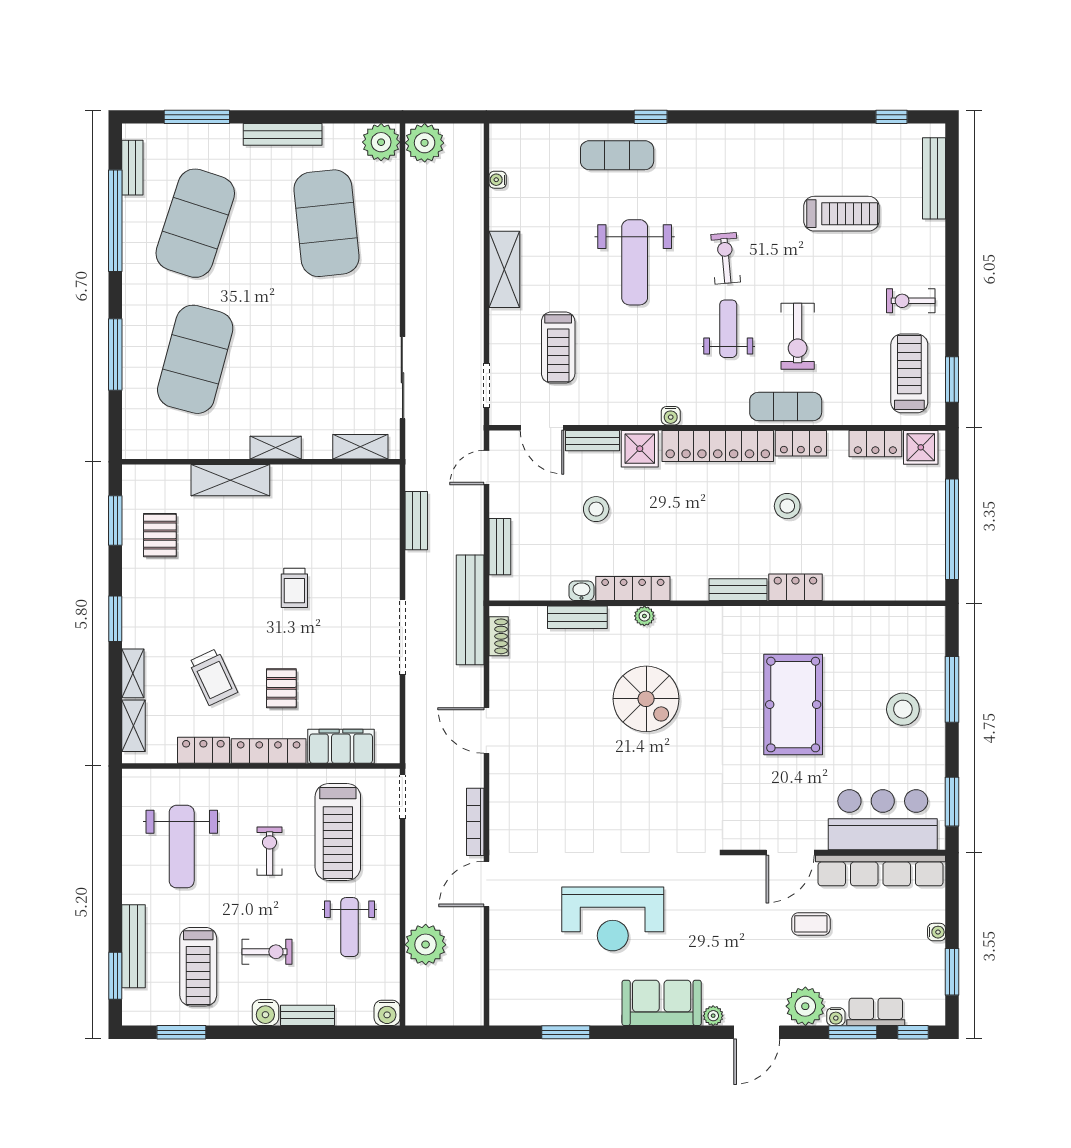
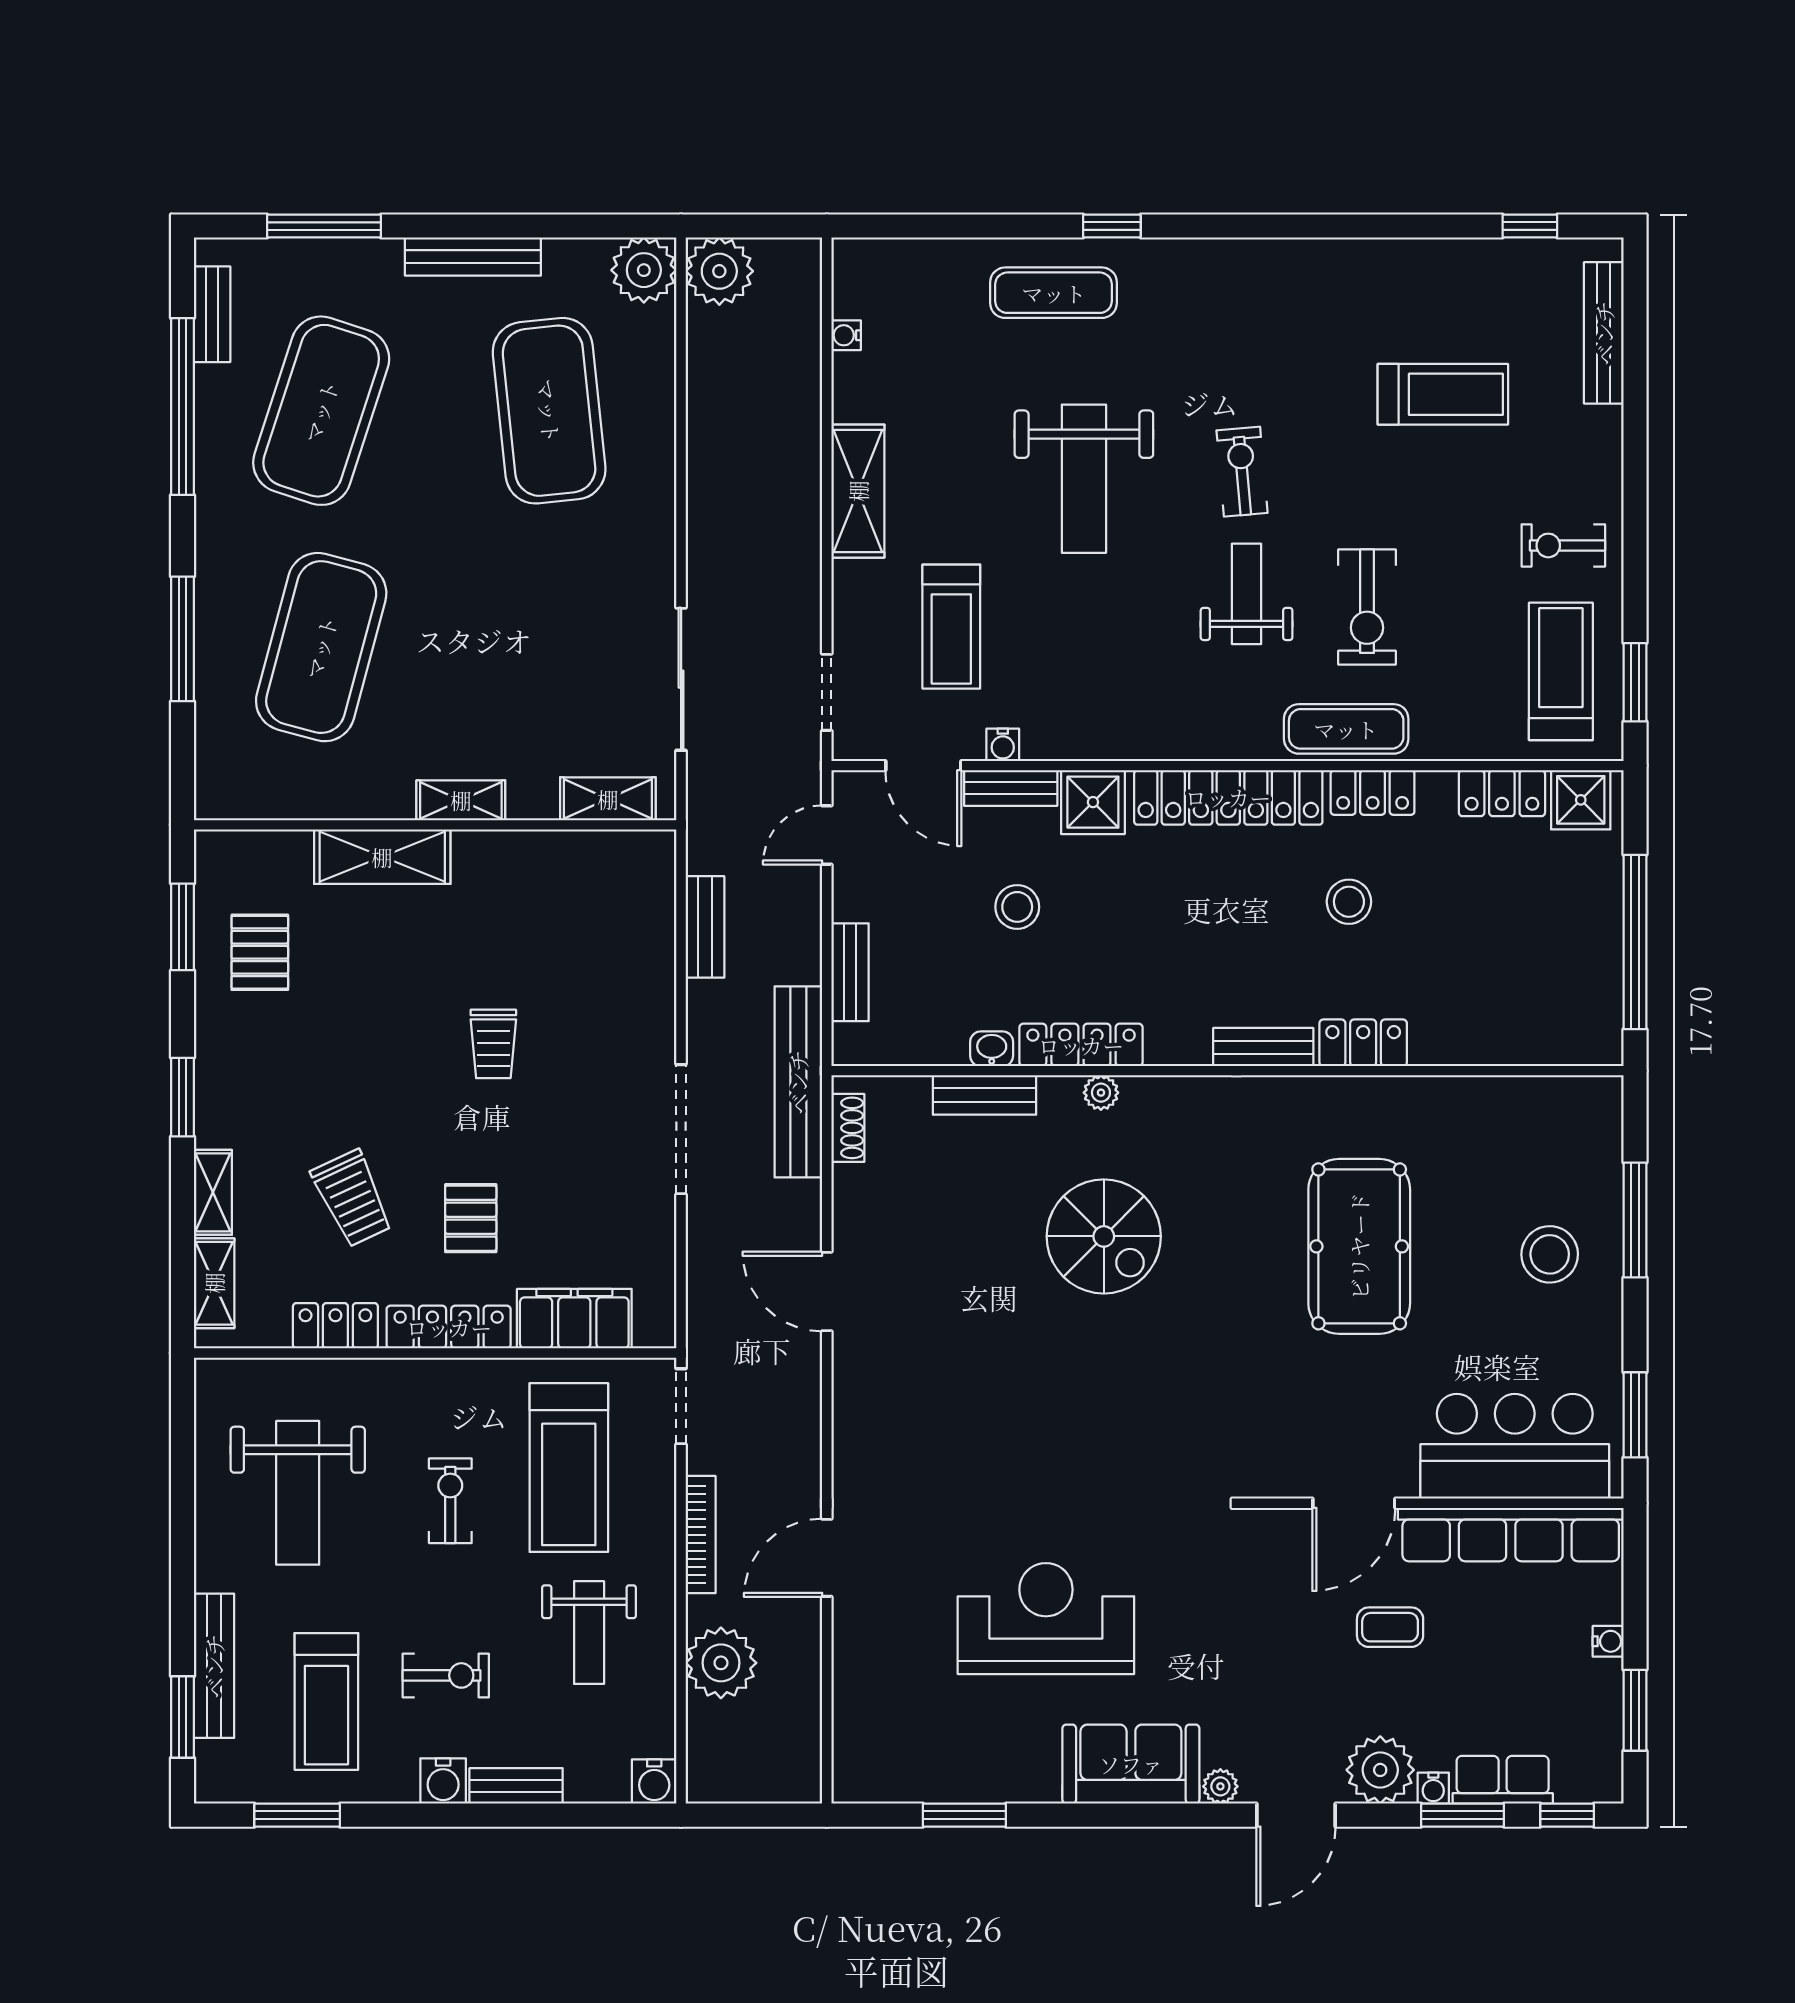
water cooler: (671, 416) -> (1003, 745), moved
bookcase: (475, 822) -> (701, 1535), moved, turned 180
reception desk: (613, 919) -> (1046, 1619), turned 180

